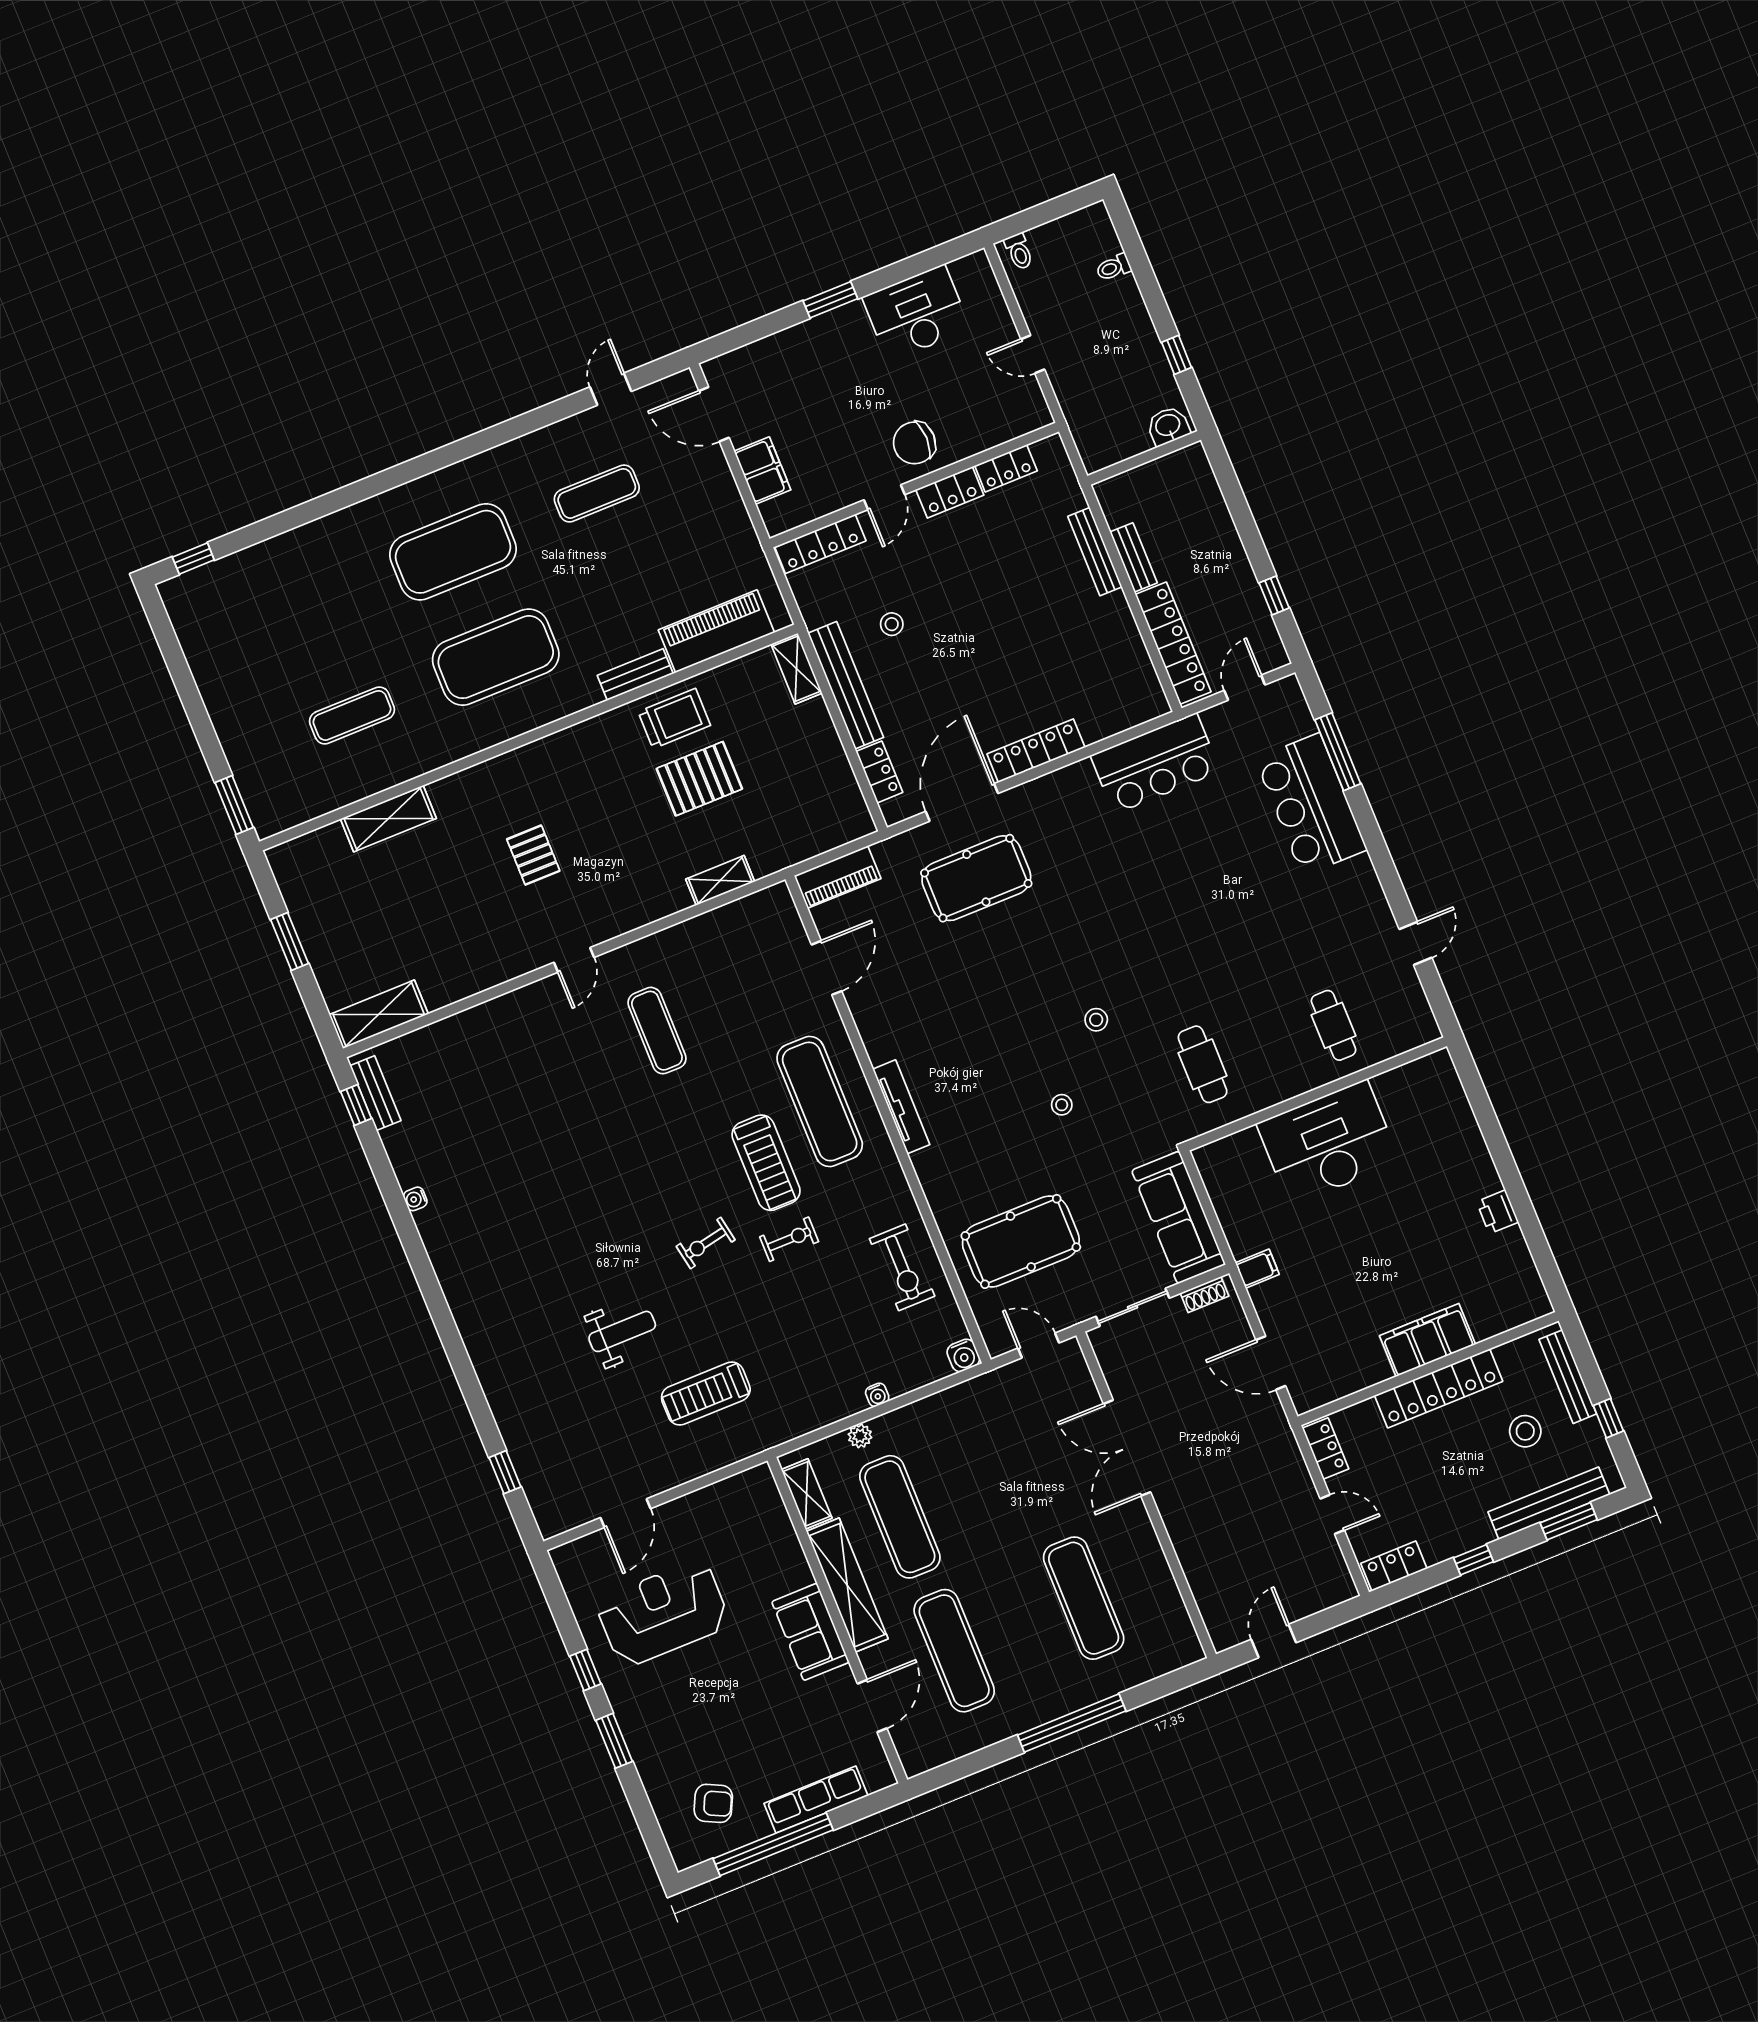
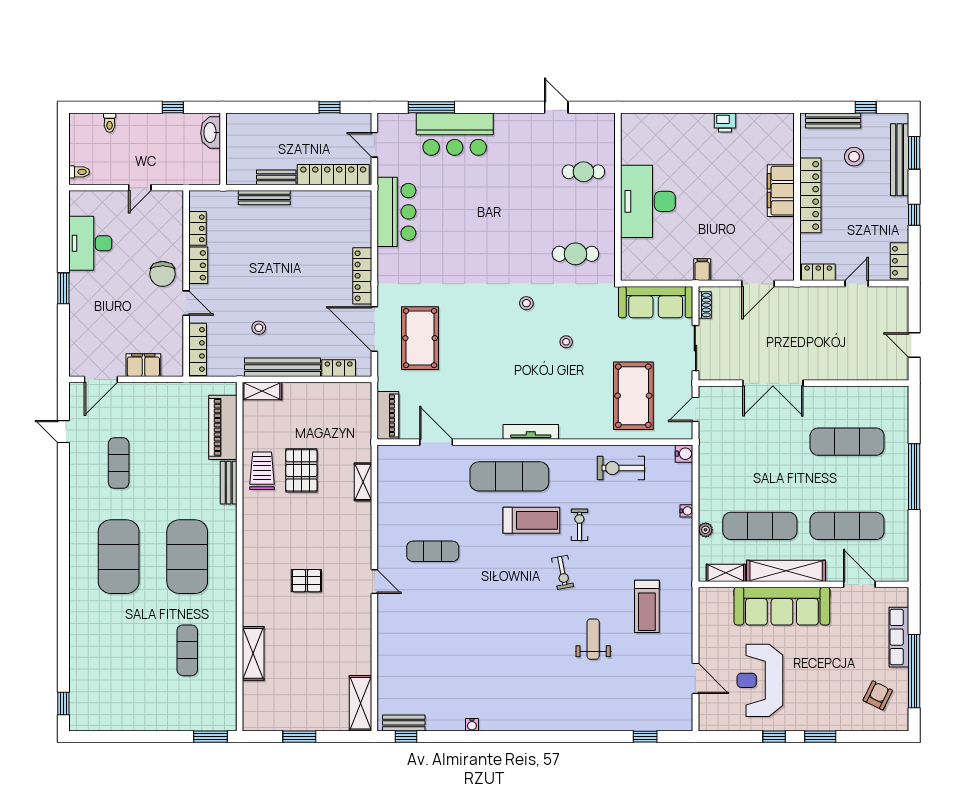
washbasin: (1168, 426) -> (211, 133), width x1.38
exercise bike: (902, 1267) -> (621, 468), turned 180
sofa: (810, 1632) -> (782, 606), width x1.85, depth x1.27

